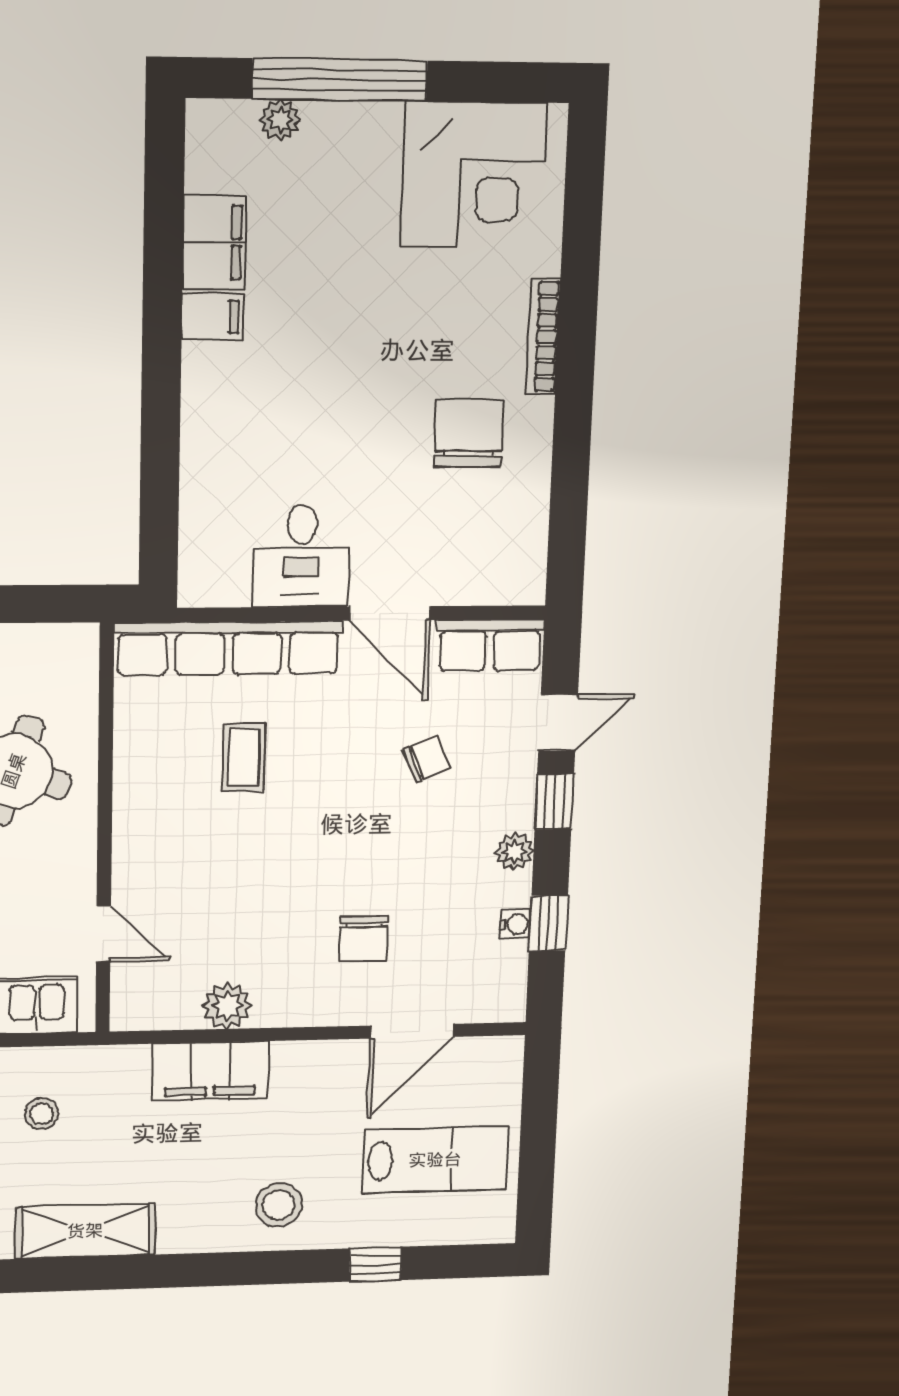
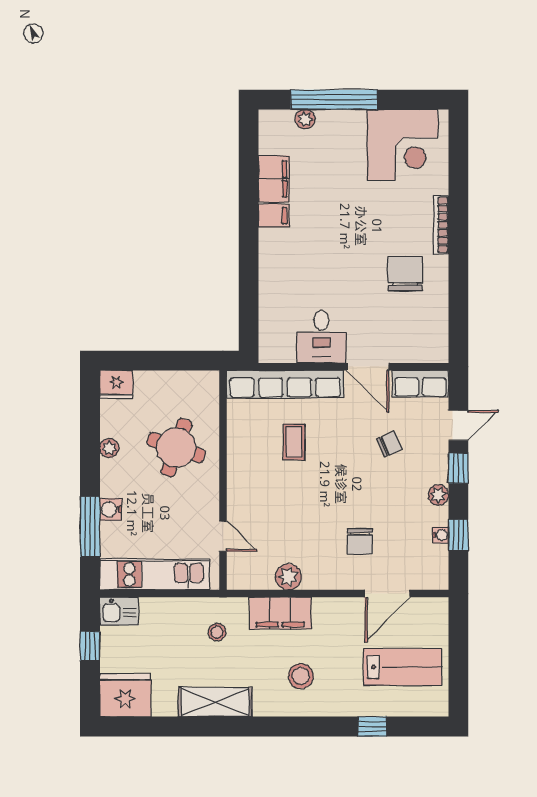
stool: (42, 1114) -> (217, 632), moved
stool: (279, 1205) -> (301, 676), moved

